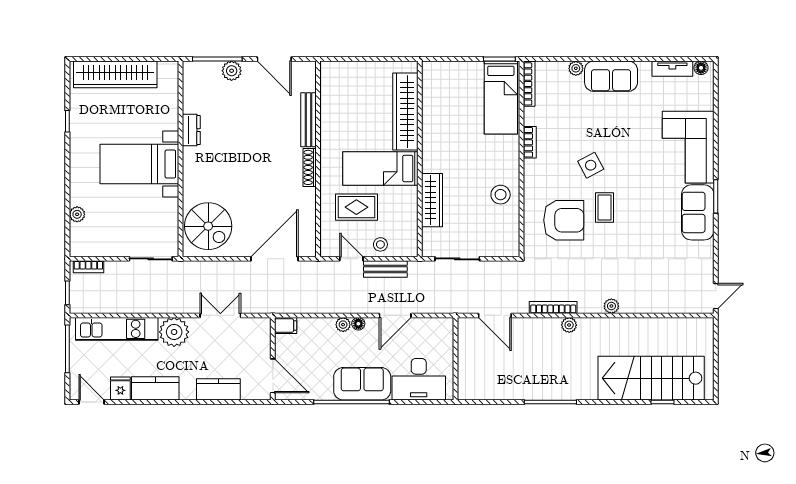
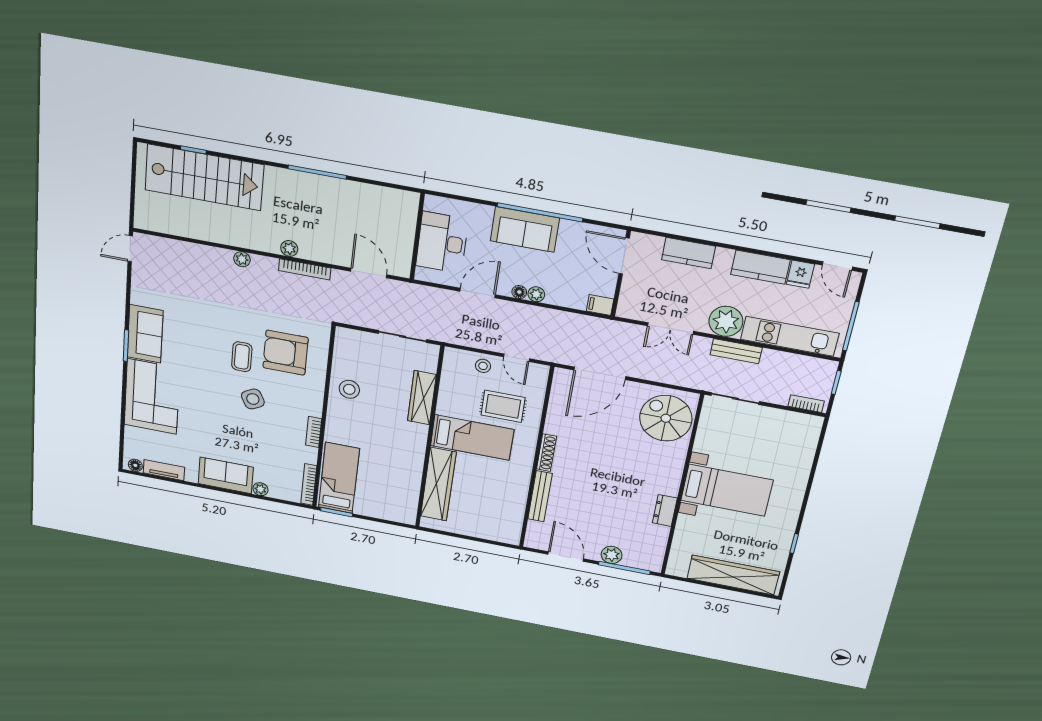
plant: (77, 214) -> (806, 456), removed
bench: (385, 269) -> (736, 351), moved
desk: (419, 379) -> (442, 243), moved, turned -90

